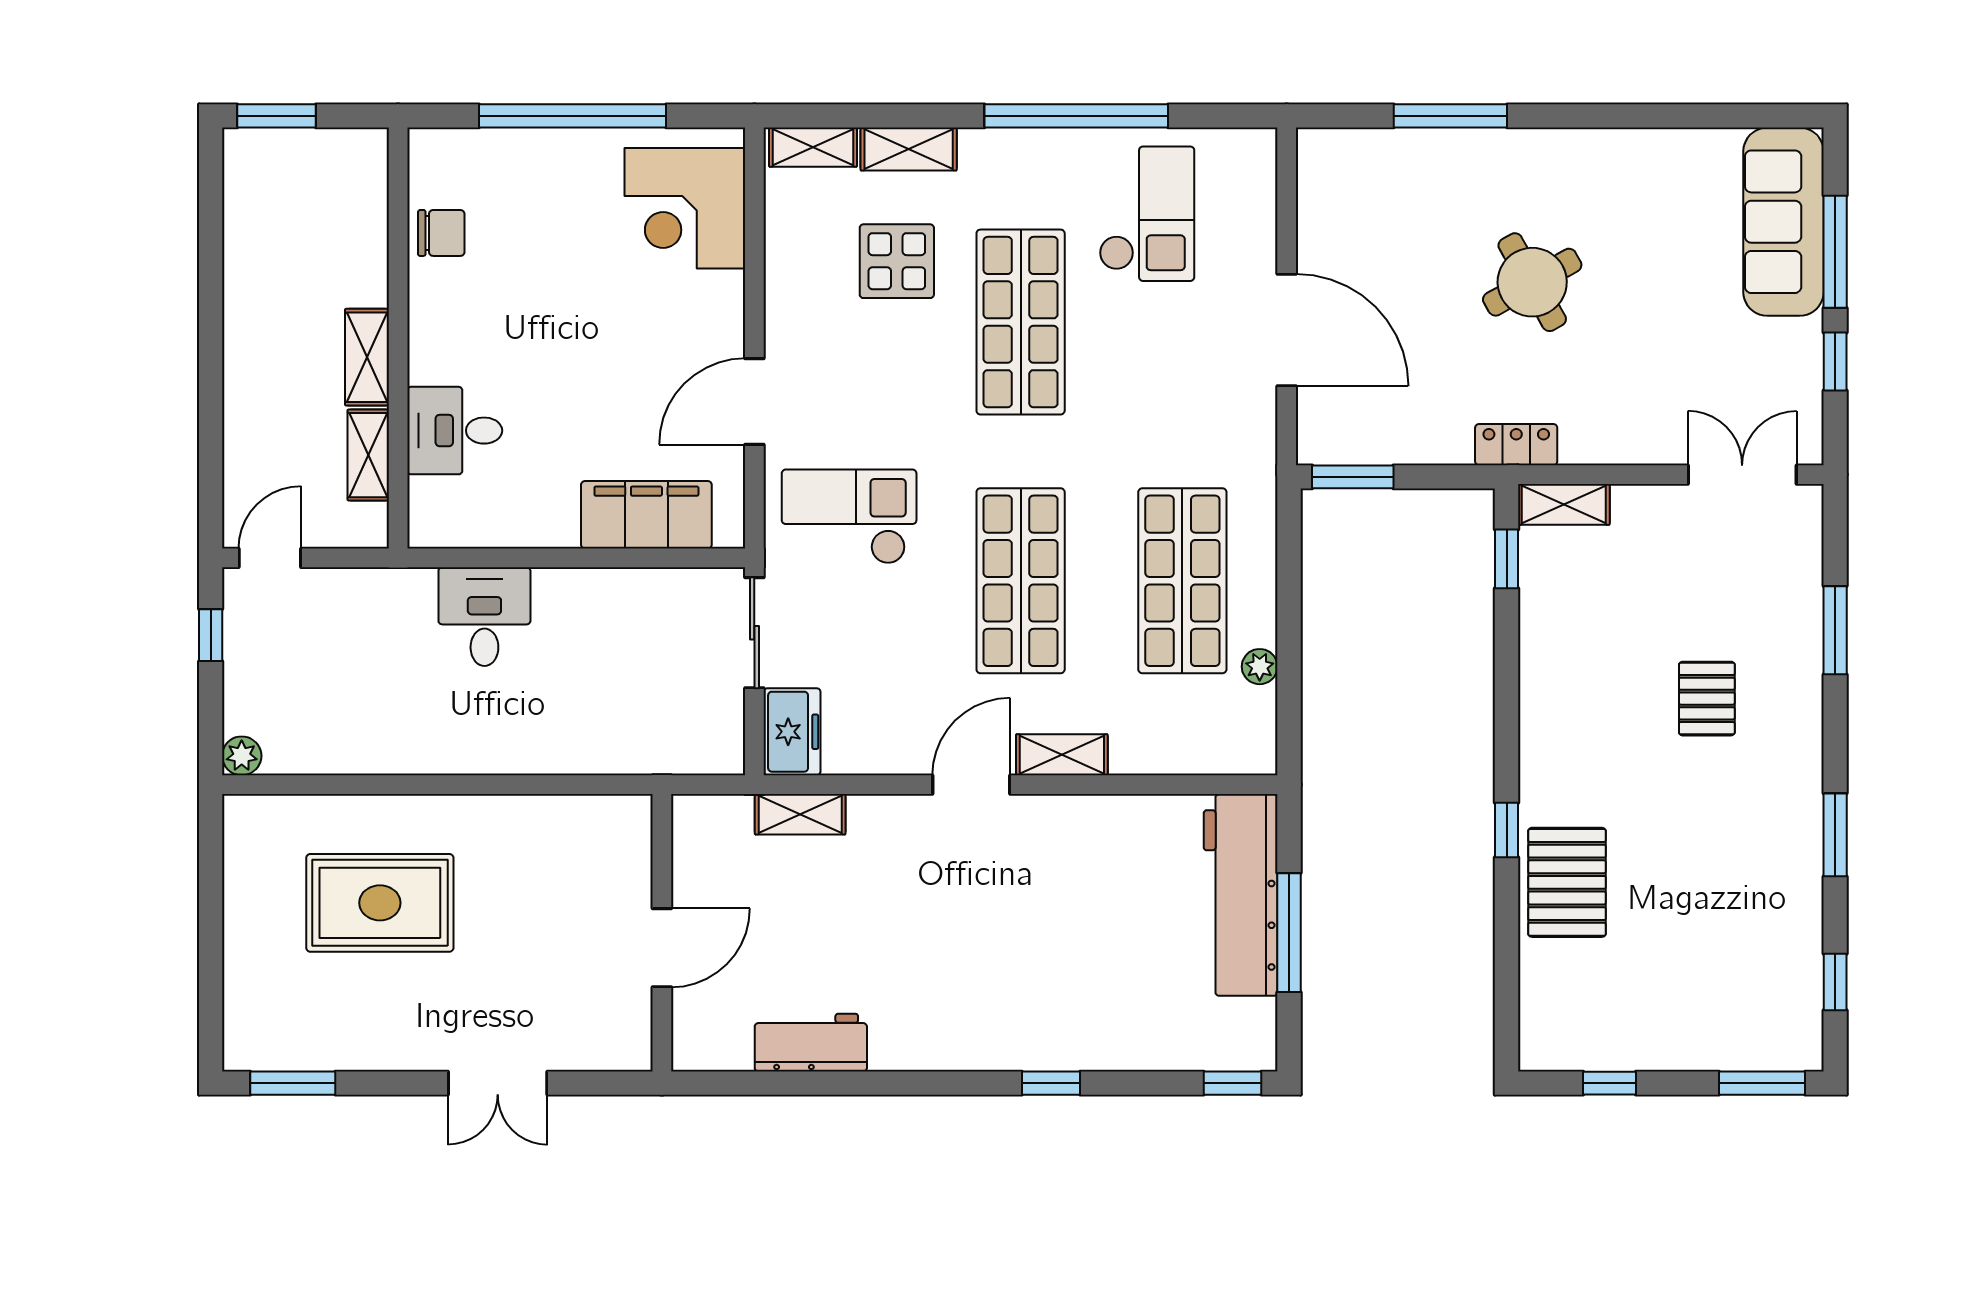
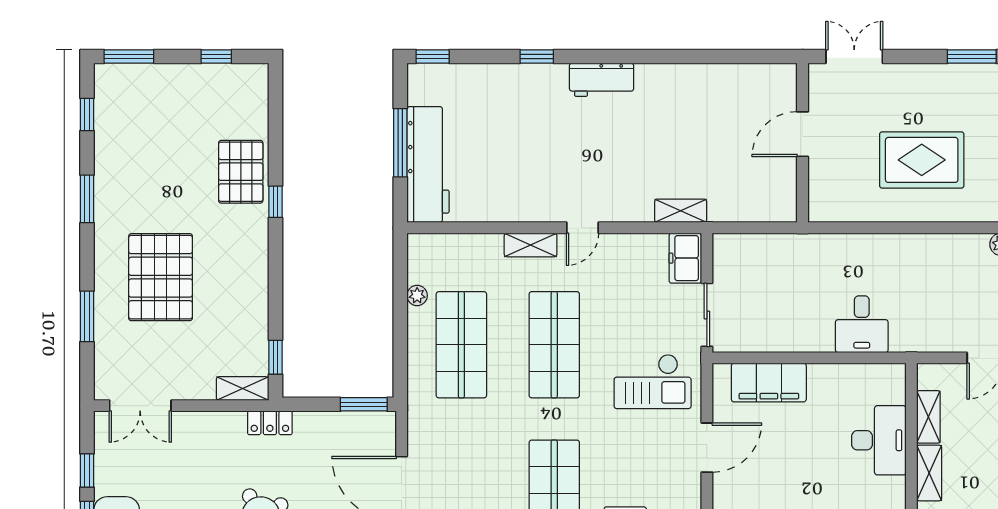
desk: (455, 431) -> (879, 440), width x1.37
pallet: (1707, 699) -> (161, 277), width x2.05, depth x2.00
door: (971, 785) -> (582, 228), width x0.73
wall: (662, 933) -> (802, 143), moved
door: (662, 948) -> (802, 134), moved
workbench: (811, 1043) -> (602, 80), moved

